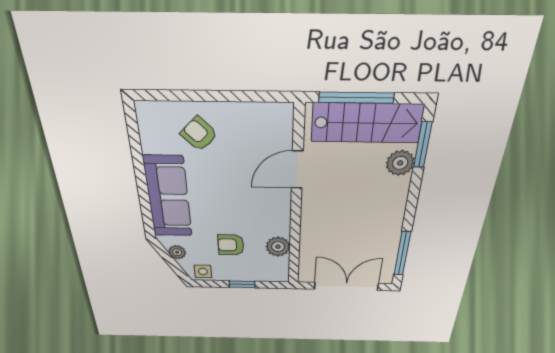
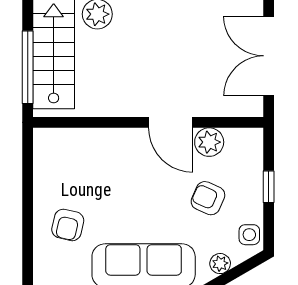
armchair: (199, 134) -> (68, 225), turned -32
door: (297, 170) -> (171, 122), moved
armchair: (231, 245) -> (208, 198), turned 114

